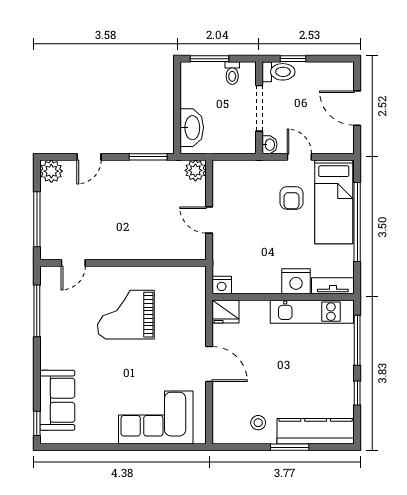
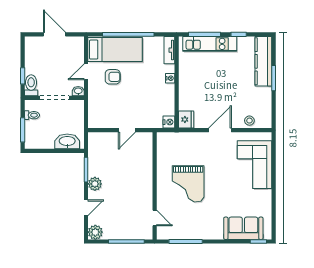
door: (357, 108) -> (55, 34), swing flipped
door: (89, 157) -> (86, 208), hinge flipped
plant: (195, 170) -> (95, 184), moved
nightstand: (296, 281) -> (170, 78), width x0.53, depth x0.56
kitchen unit: (312, 312) -> (210, 44), moved, turned 90
stool: (258, 423) -> (249, 121), moved

